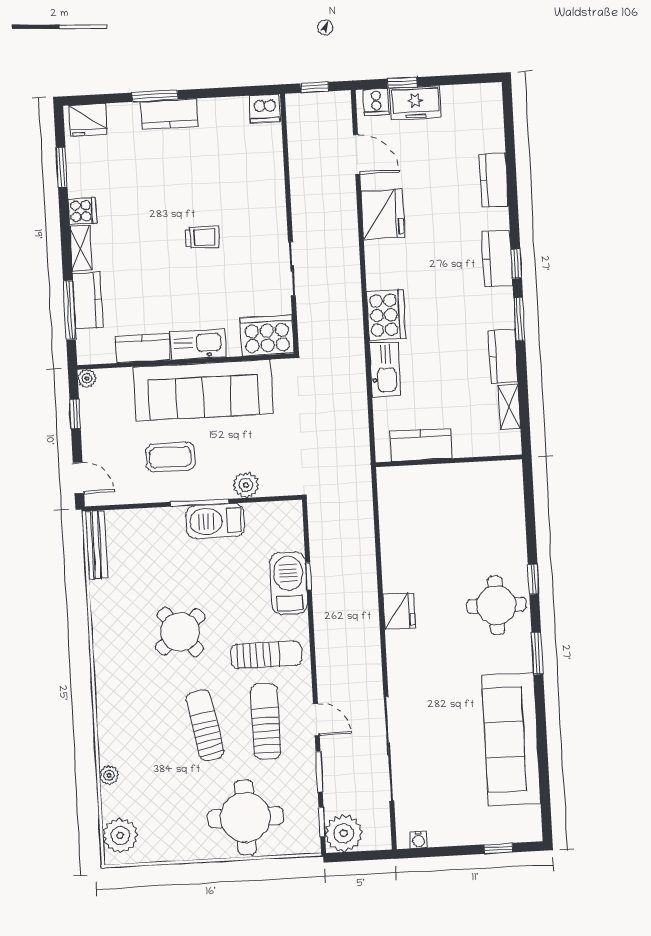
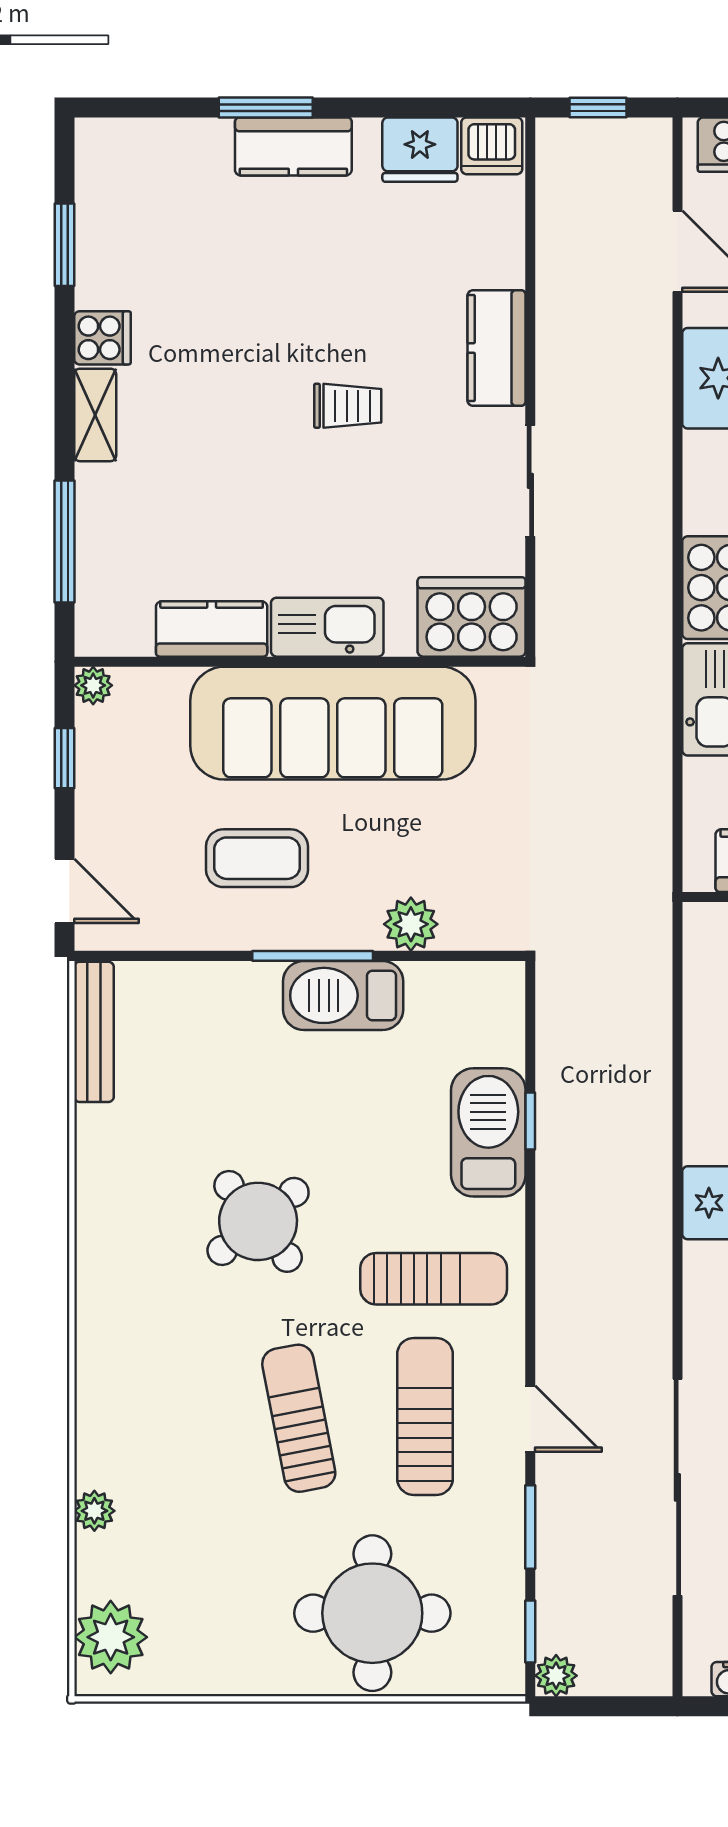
fridge: (88, 120) -> (420, 150), moved
kitchen counter: (88, 300) -> (497, 348), moved, turned 180
plant: (344, 833) -> (556, 1676), width x0.53, depth x0.53

